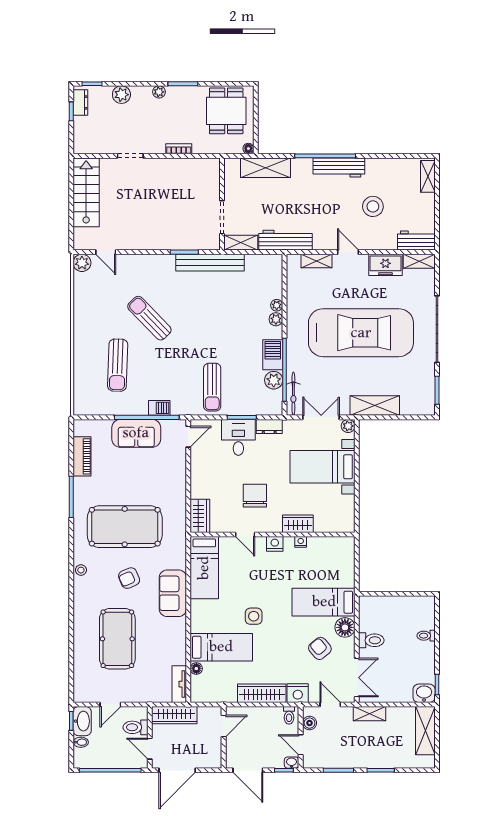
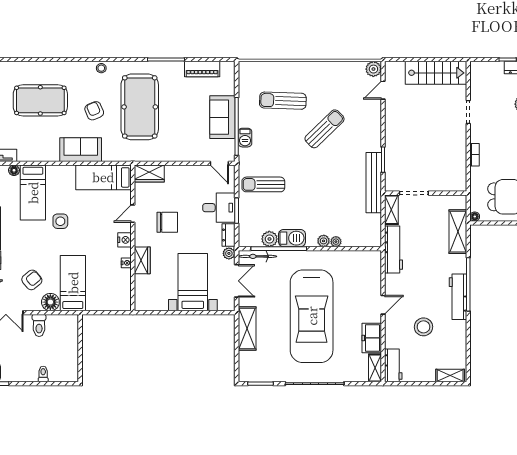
shelving: (317, 261) -> (375, 277), removed
plant: (348, 426) -> (229, 253), moved

